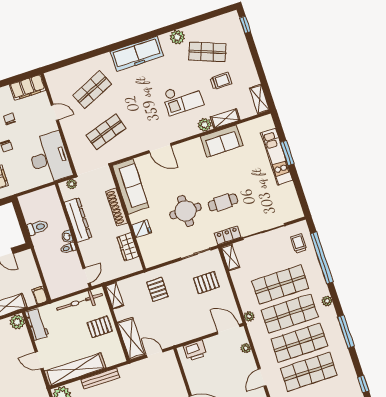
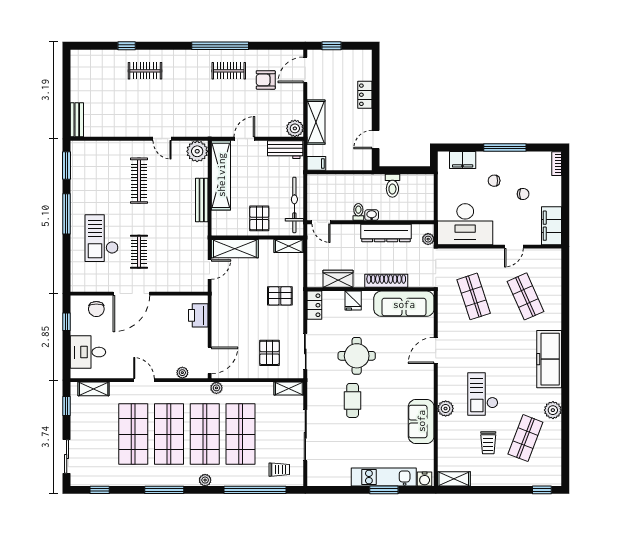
shelving: (225, 119) -> (445, 434), removed
water cooler: (267, 123) -> (425, 479), added
locker: (228, 235) -> (314, 305), moved

